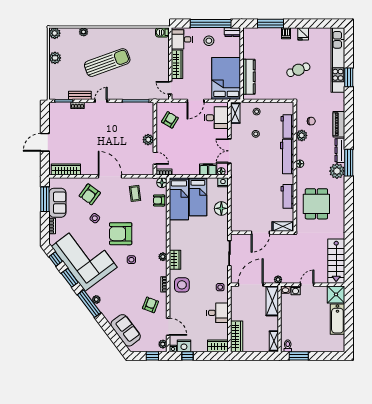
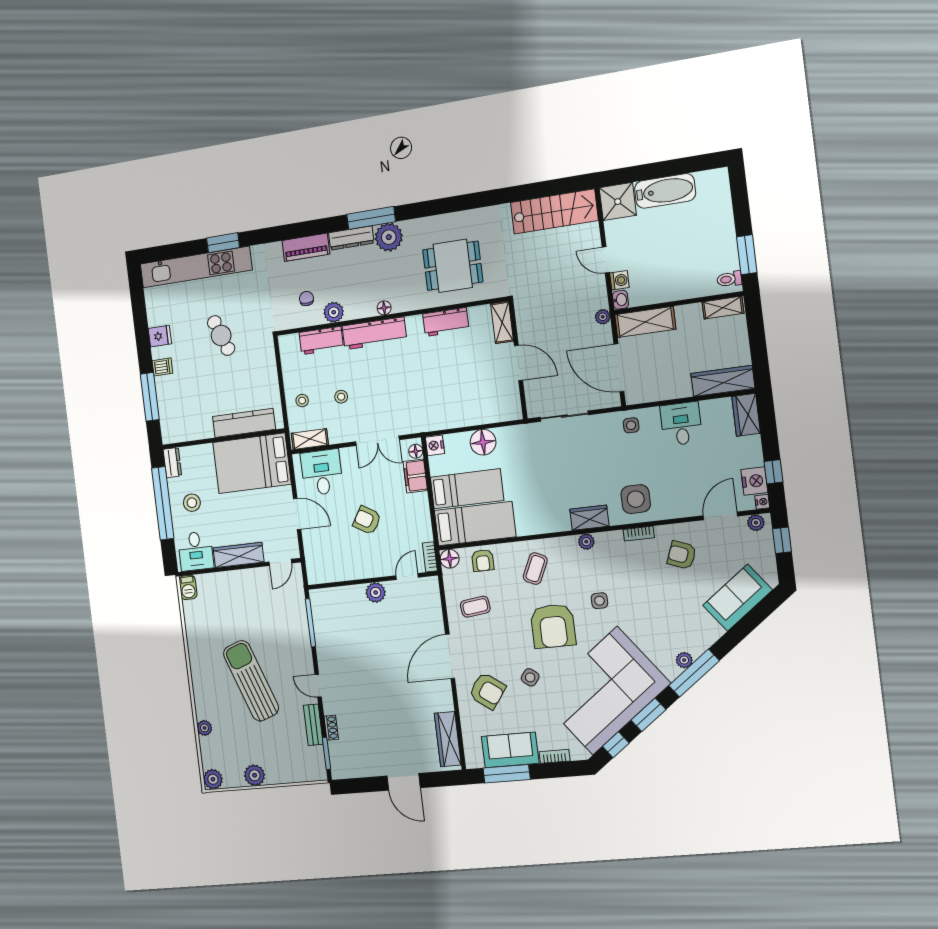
armchair: (170, 120) -> (367, 520), moved
coffee table: (152, 228) -> (535, 569), added

